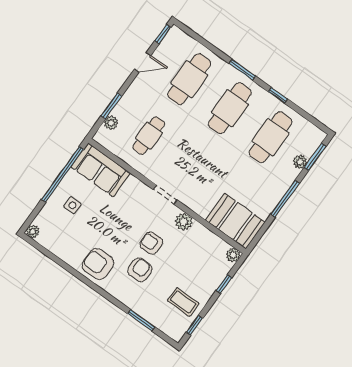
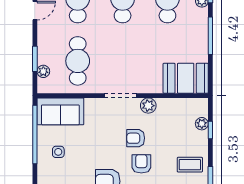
cafe table: (149, 136) -> (78, 61), width x1.37, depth x1.35
doorway: (165, 195) -> (121, 96), width x1.38
plant: (233, 255) -> (202, 124), moved

